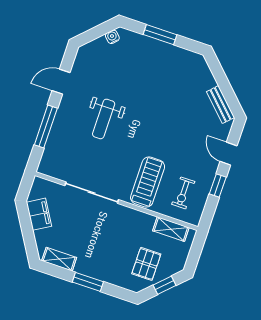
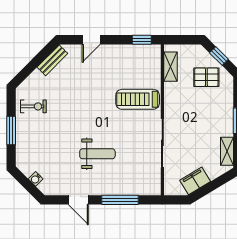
water cooler: (112, 37) -> (36, 179), moved
window: (218, 186) -> (142, 40), moved
exercise bike: (183, 193) -> (33, 106), moved

